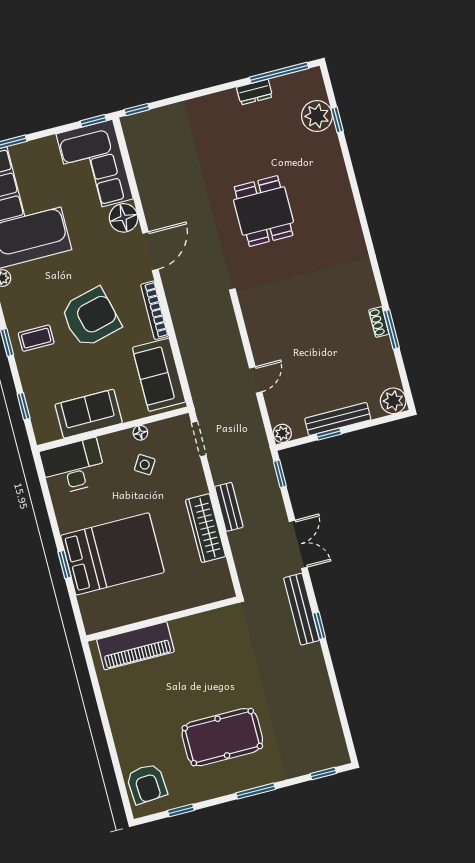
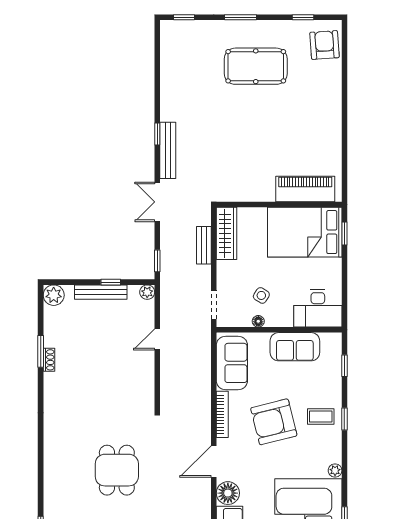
wall: (162, 619) -> (279, 204), moved
piano: (135, 646) -> (305, 189), moved

